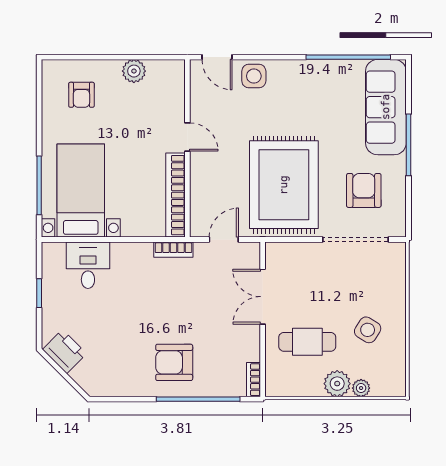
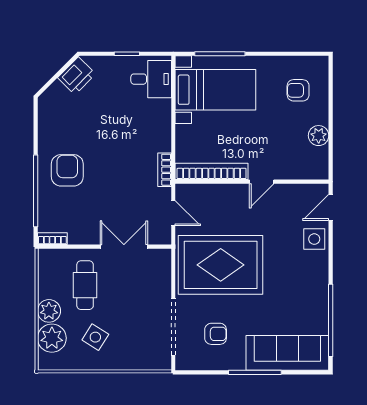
armchair: (364, 190) -> (216, 334), width x0.72, depth x0.72
desk: (88, 265) -> (151, 79), moved
plant: (361, 388) -> (52, 338), width x1.87, depth x1.87

